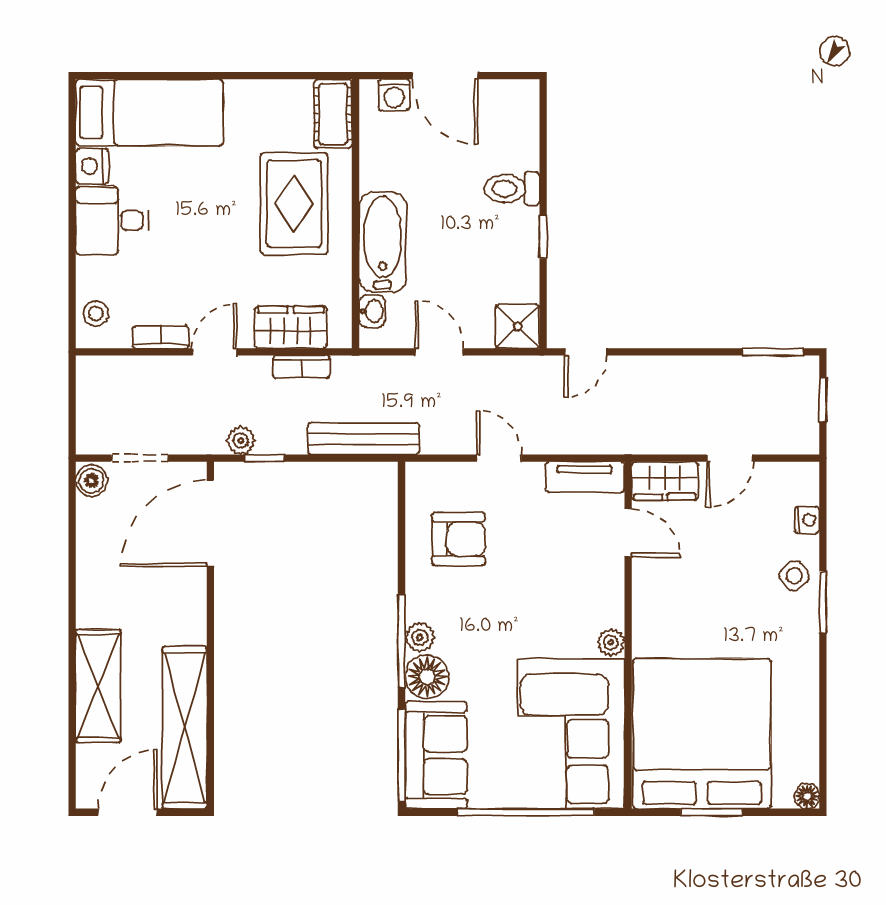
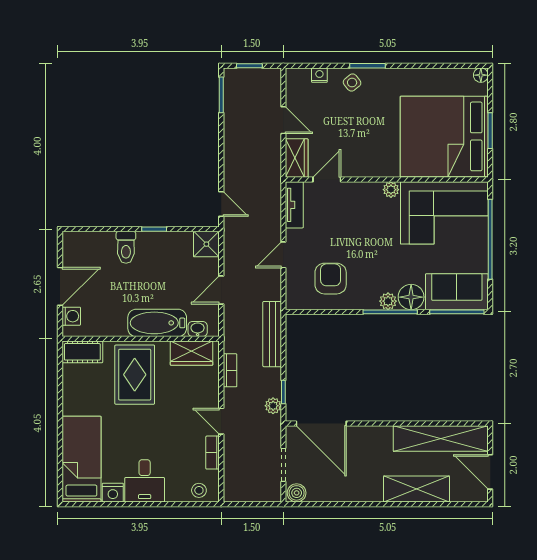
rug: (294, 204) -> (135, 375), turned 90
wardrobe: (291, 327) -> (192, 353), moved, turned -90

